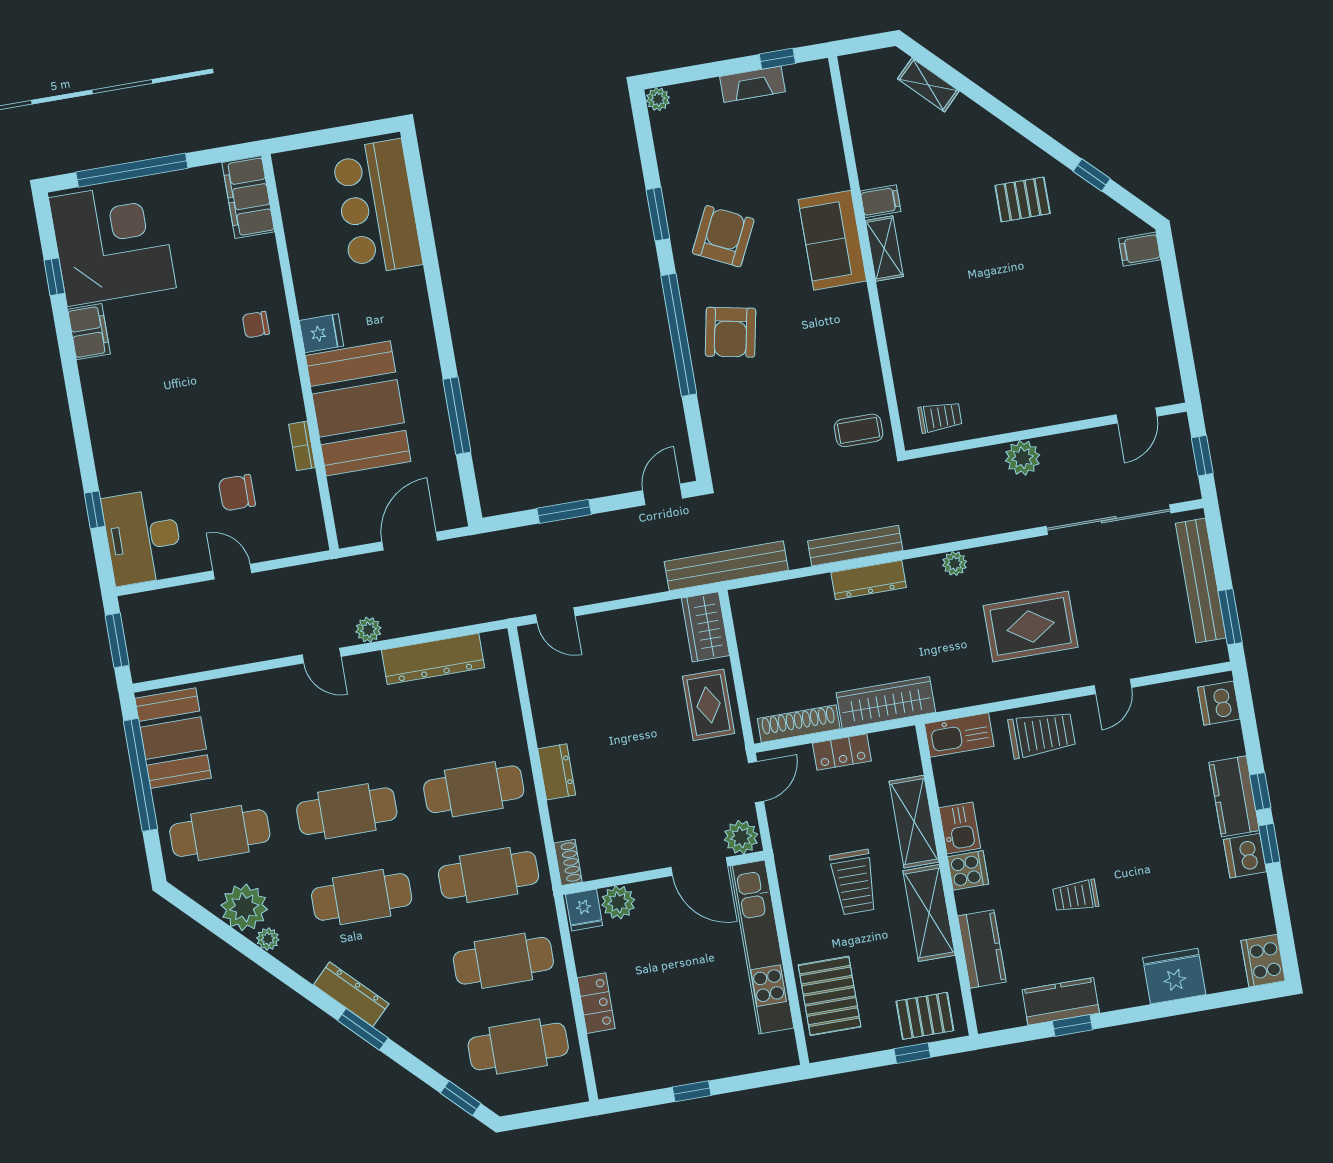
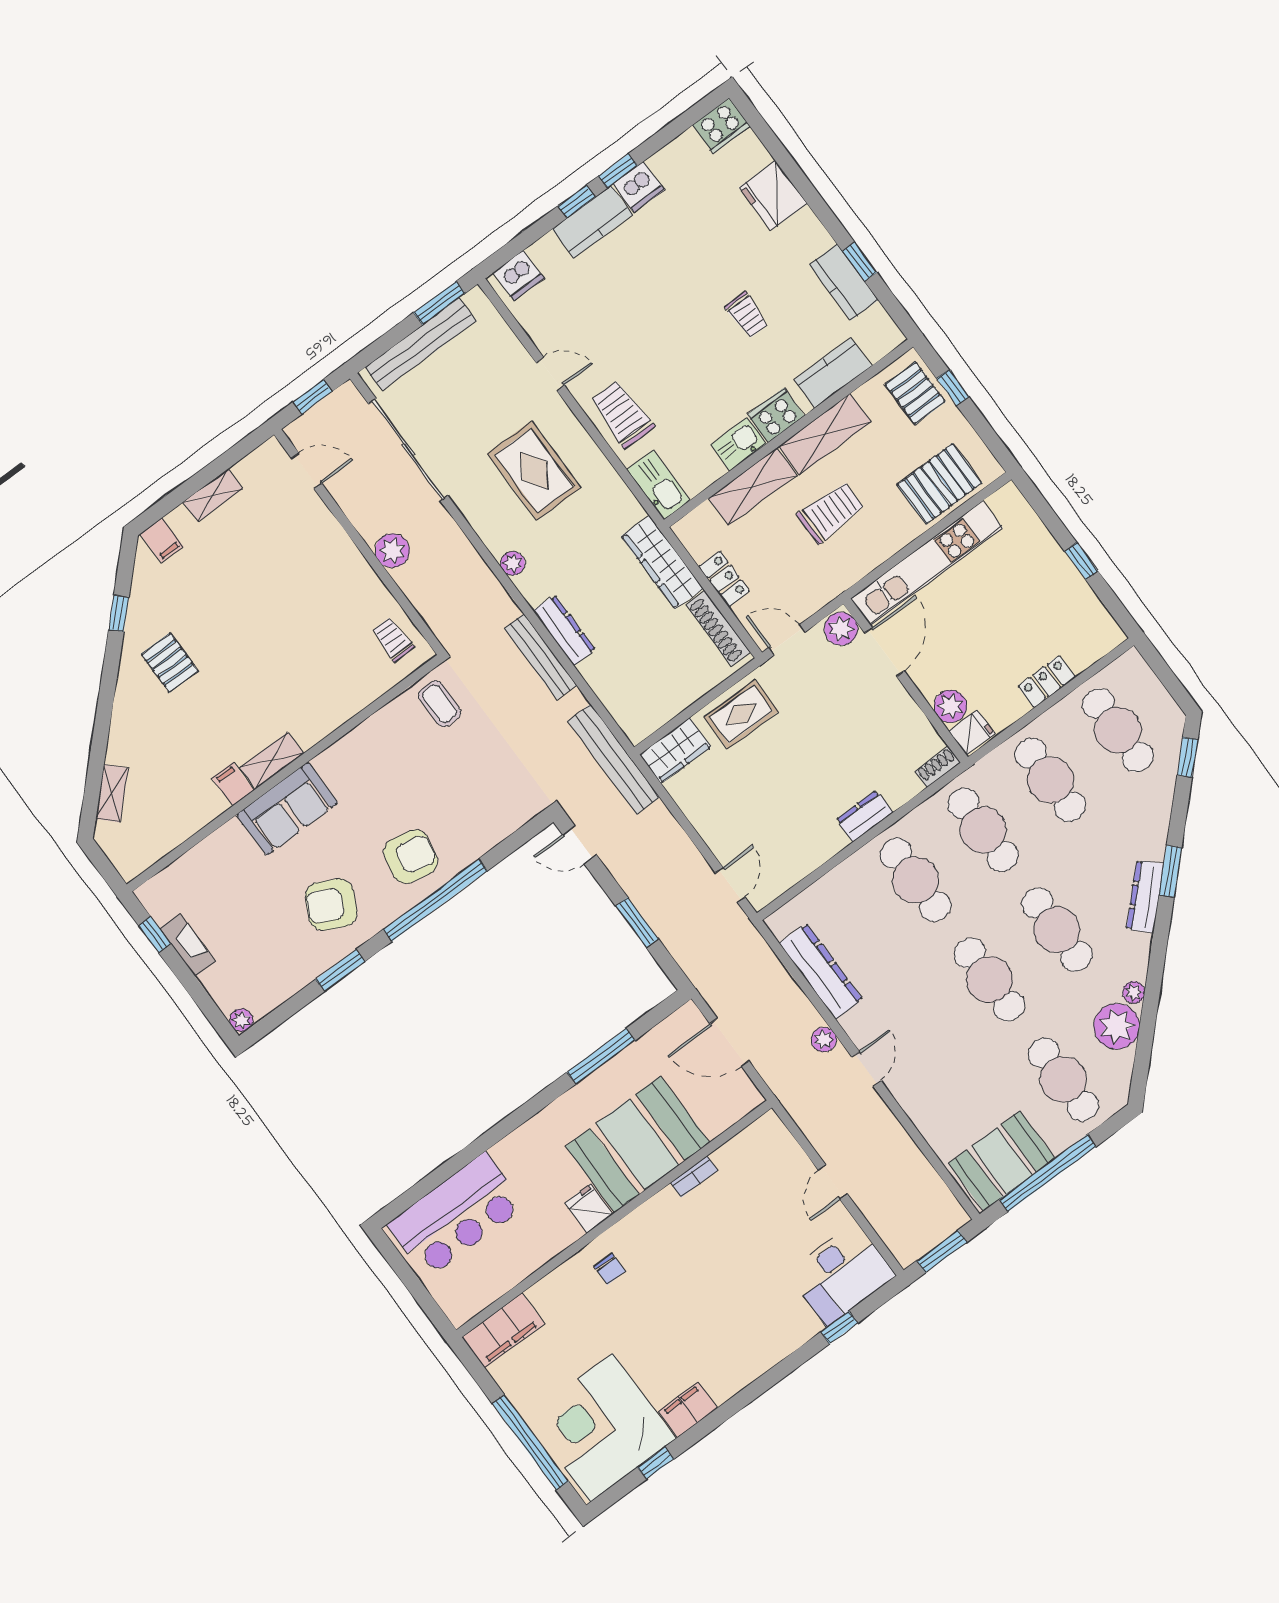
shelving: (1157, 317) -> (213, 495), added
chair: (237, 493) -> (763, 1212), removed
cooker: (968, 870) -> (776, 415), width x1.36

